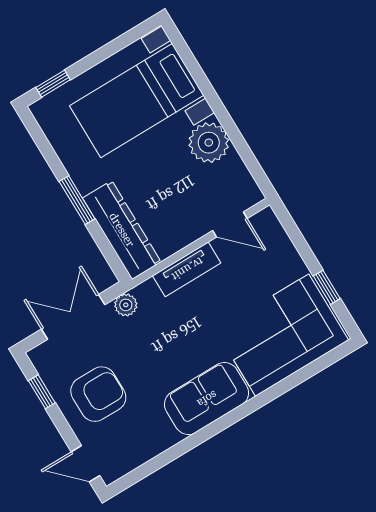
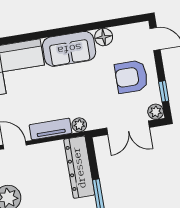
plant: (126, 305) -> (79, 125), moved
plant: (42, 357) -> (156, 112), added
floor lamp: (163, 436) -> (104, 37), added

